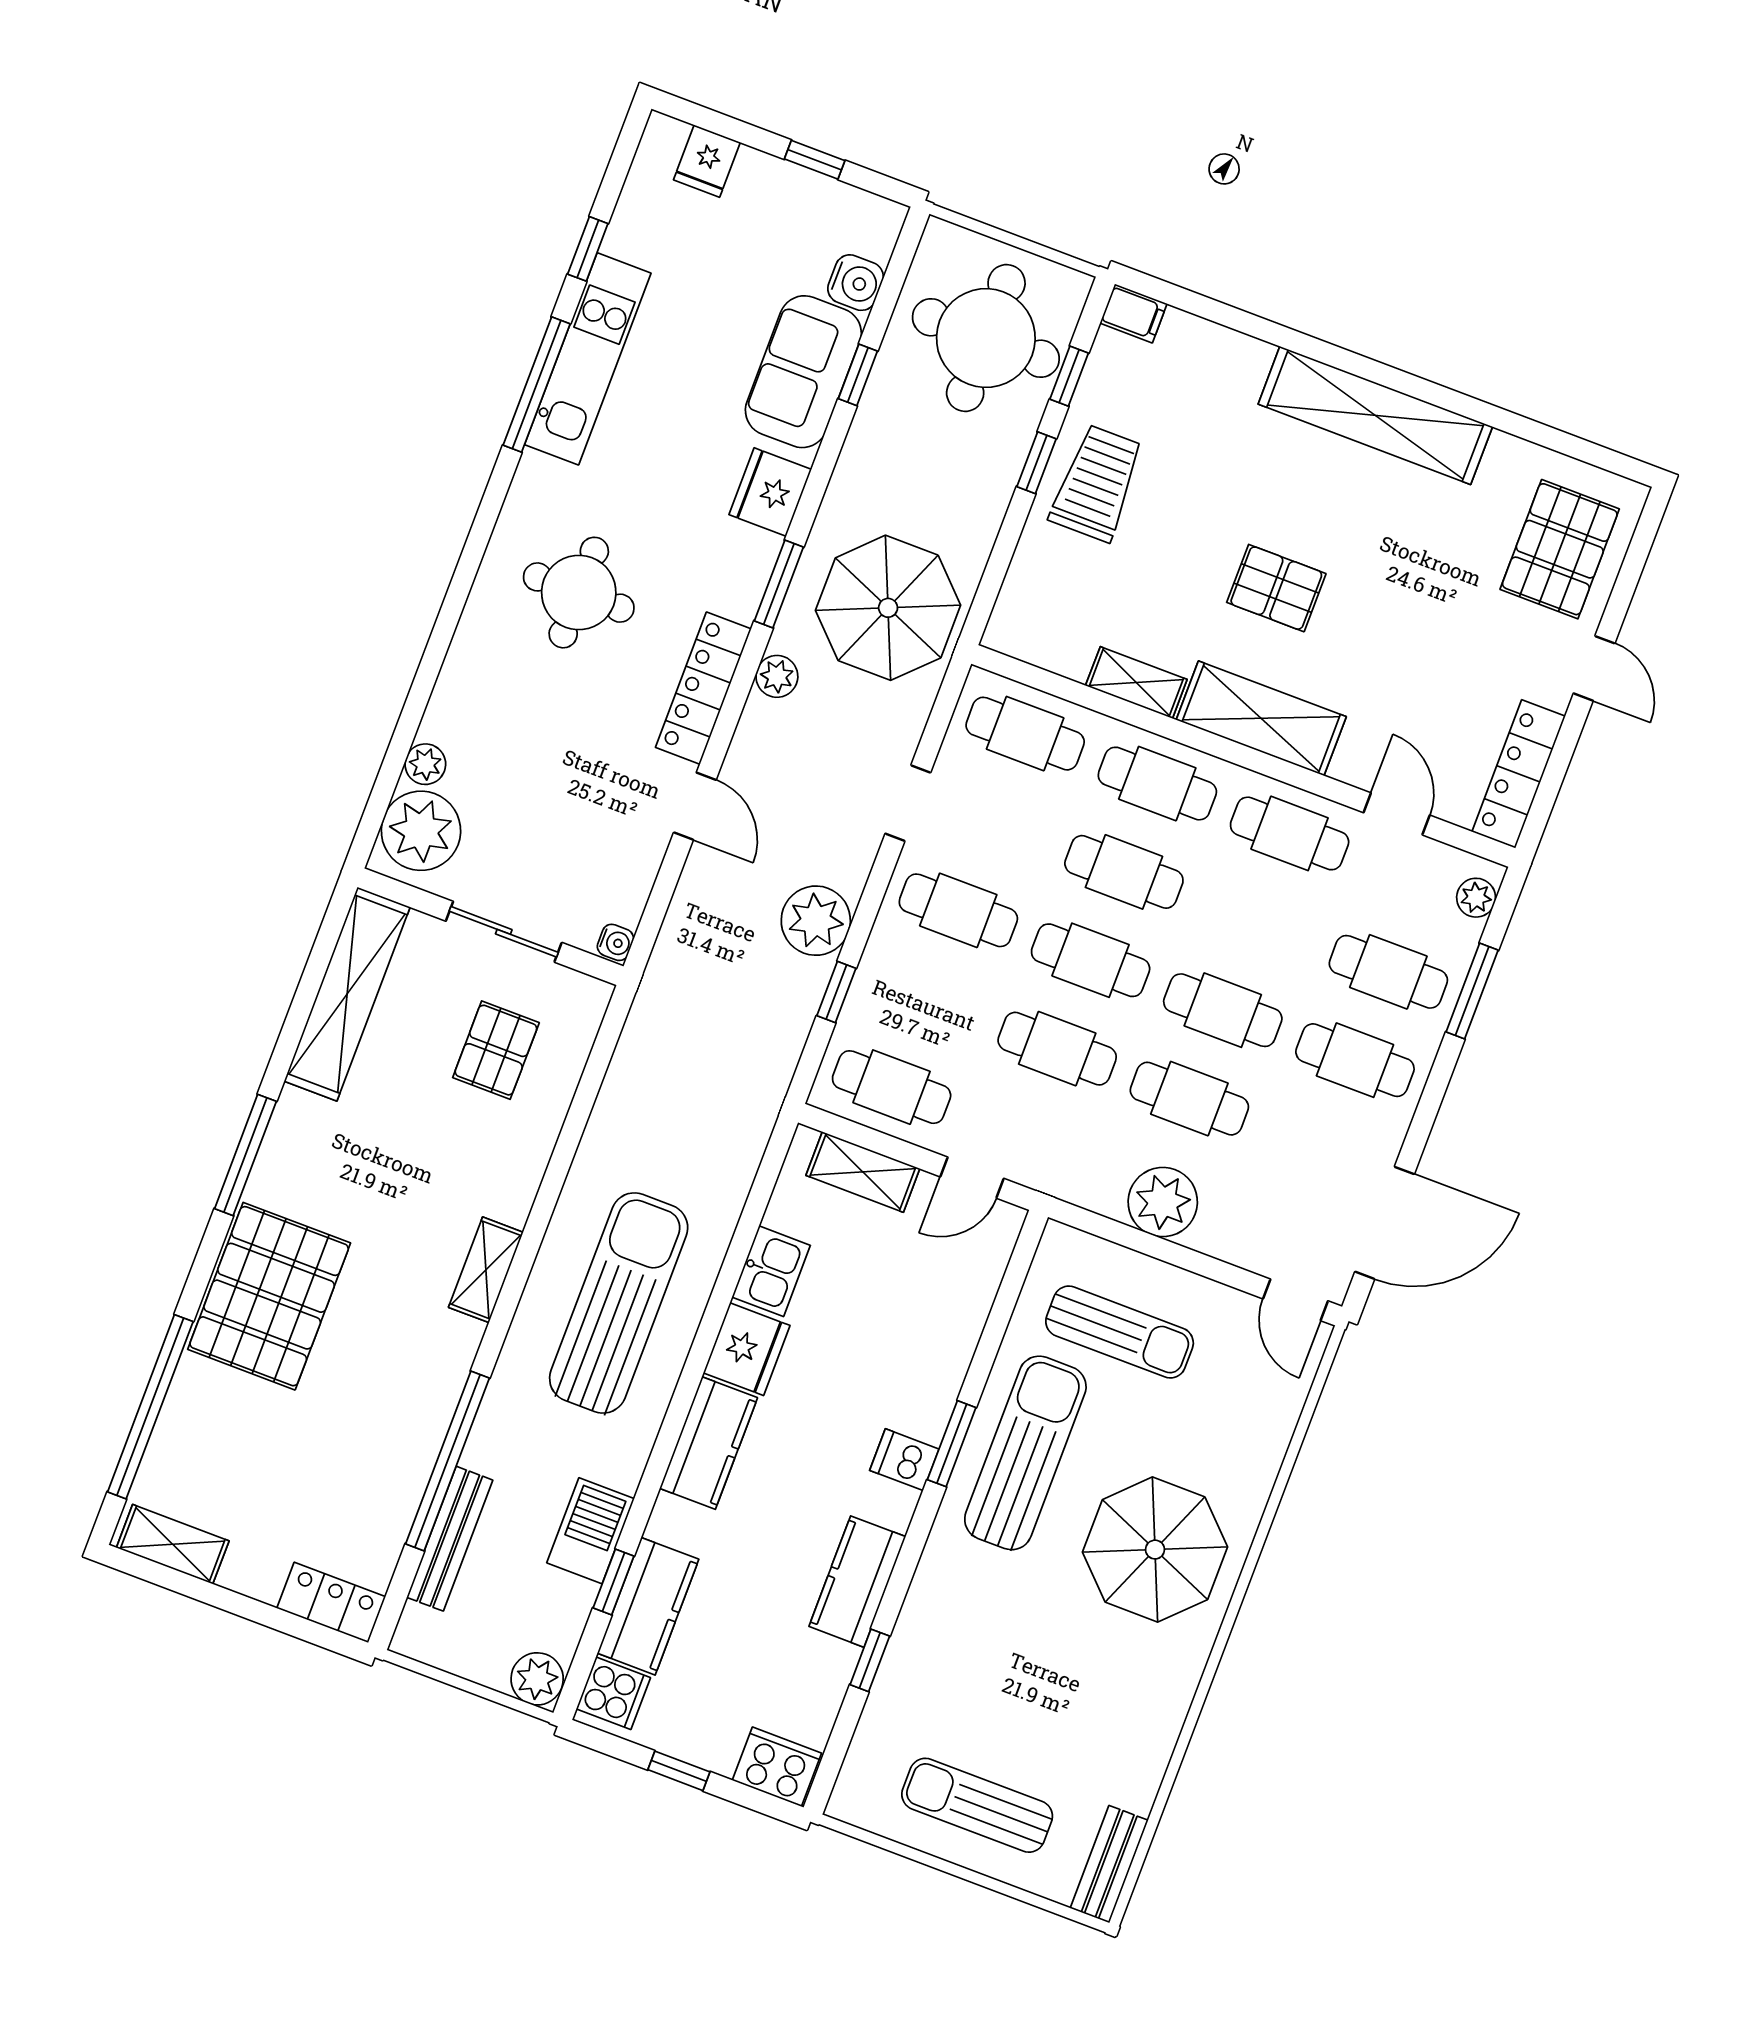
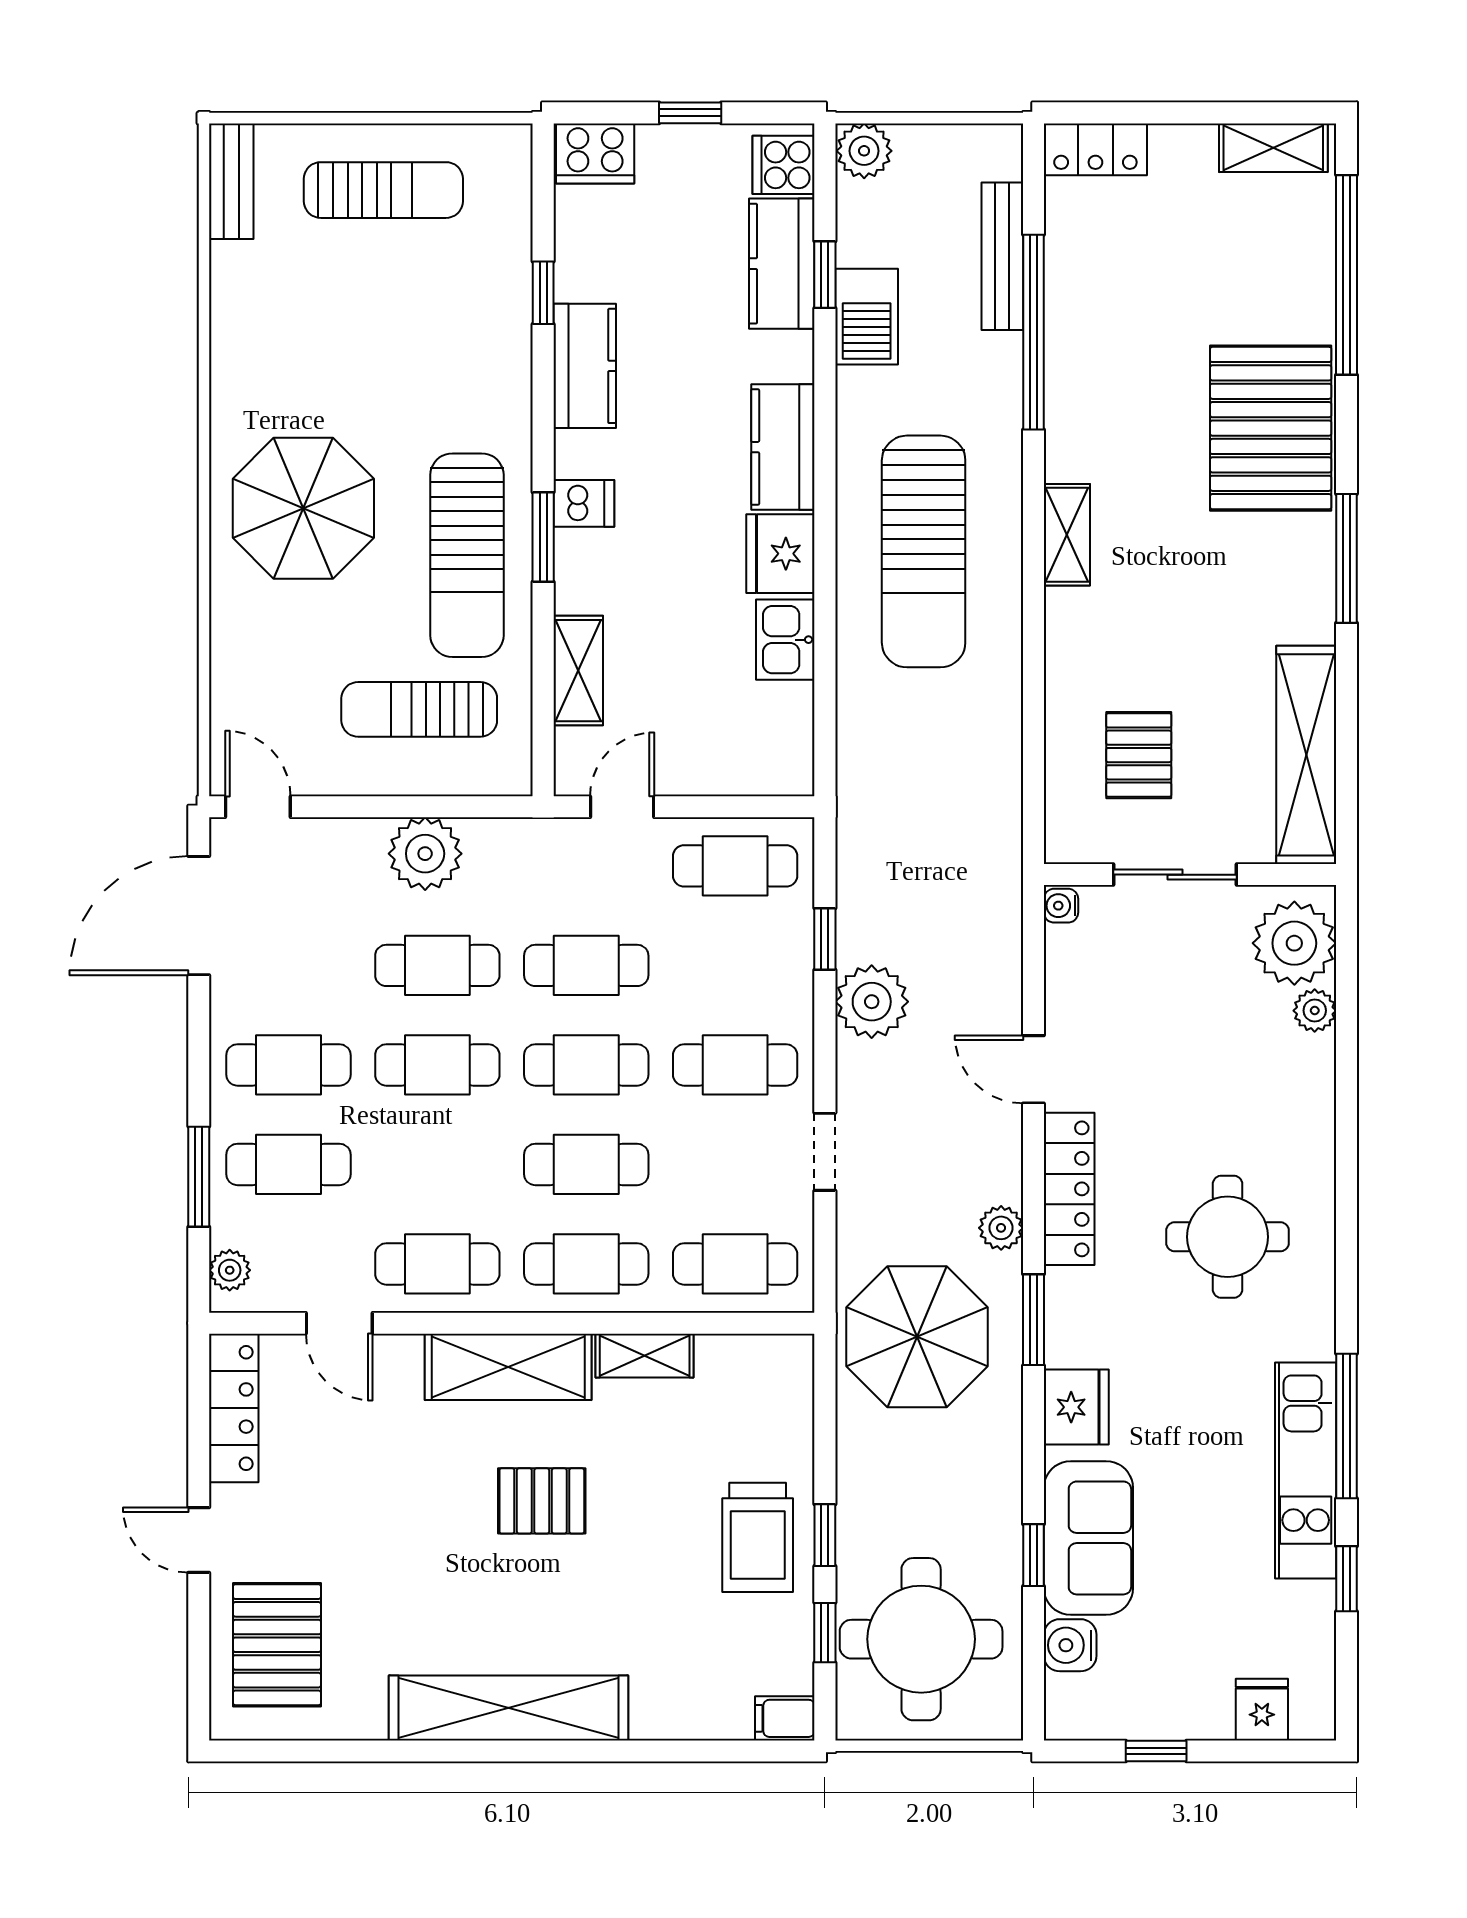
shelving: (863, 1172) -> (578, 671), moved, turned 90

